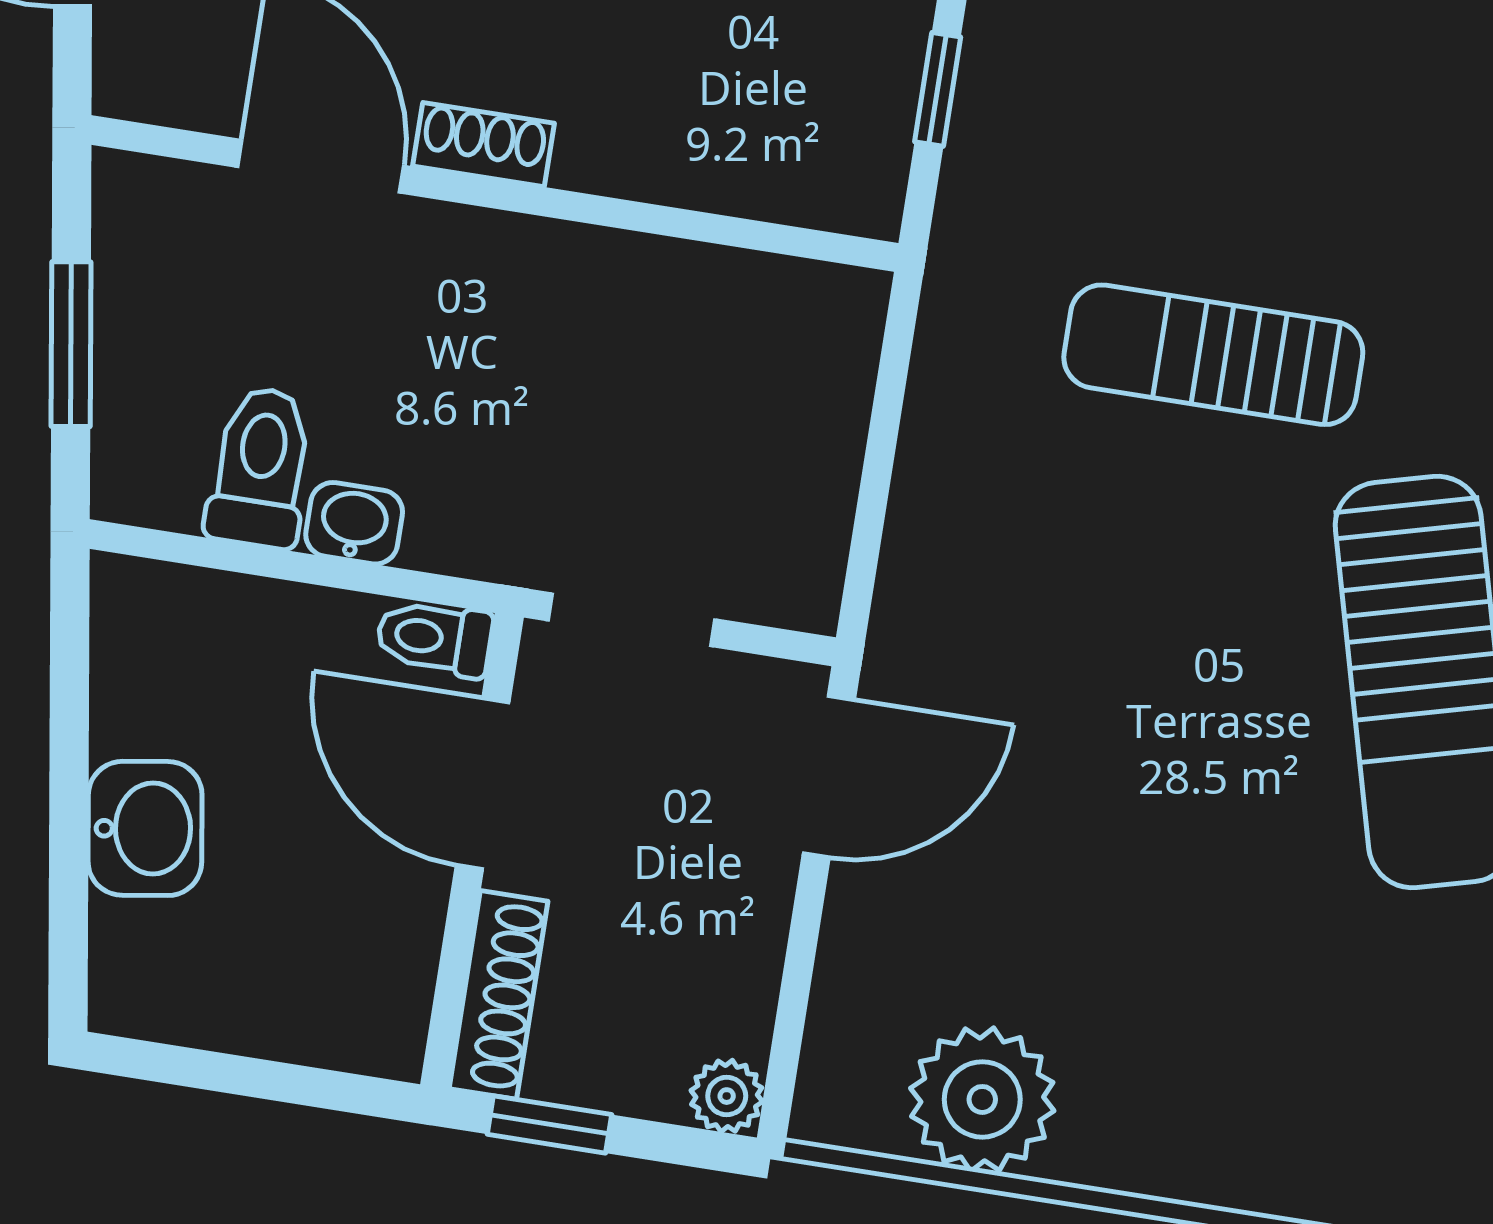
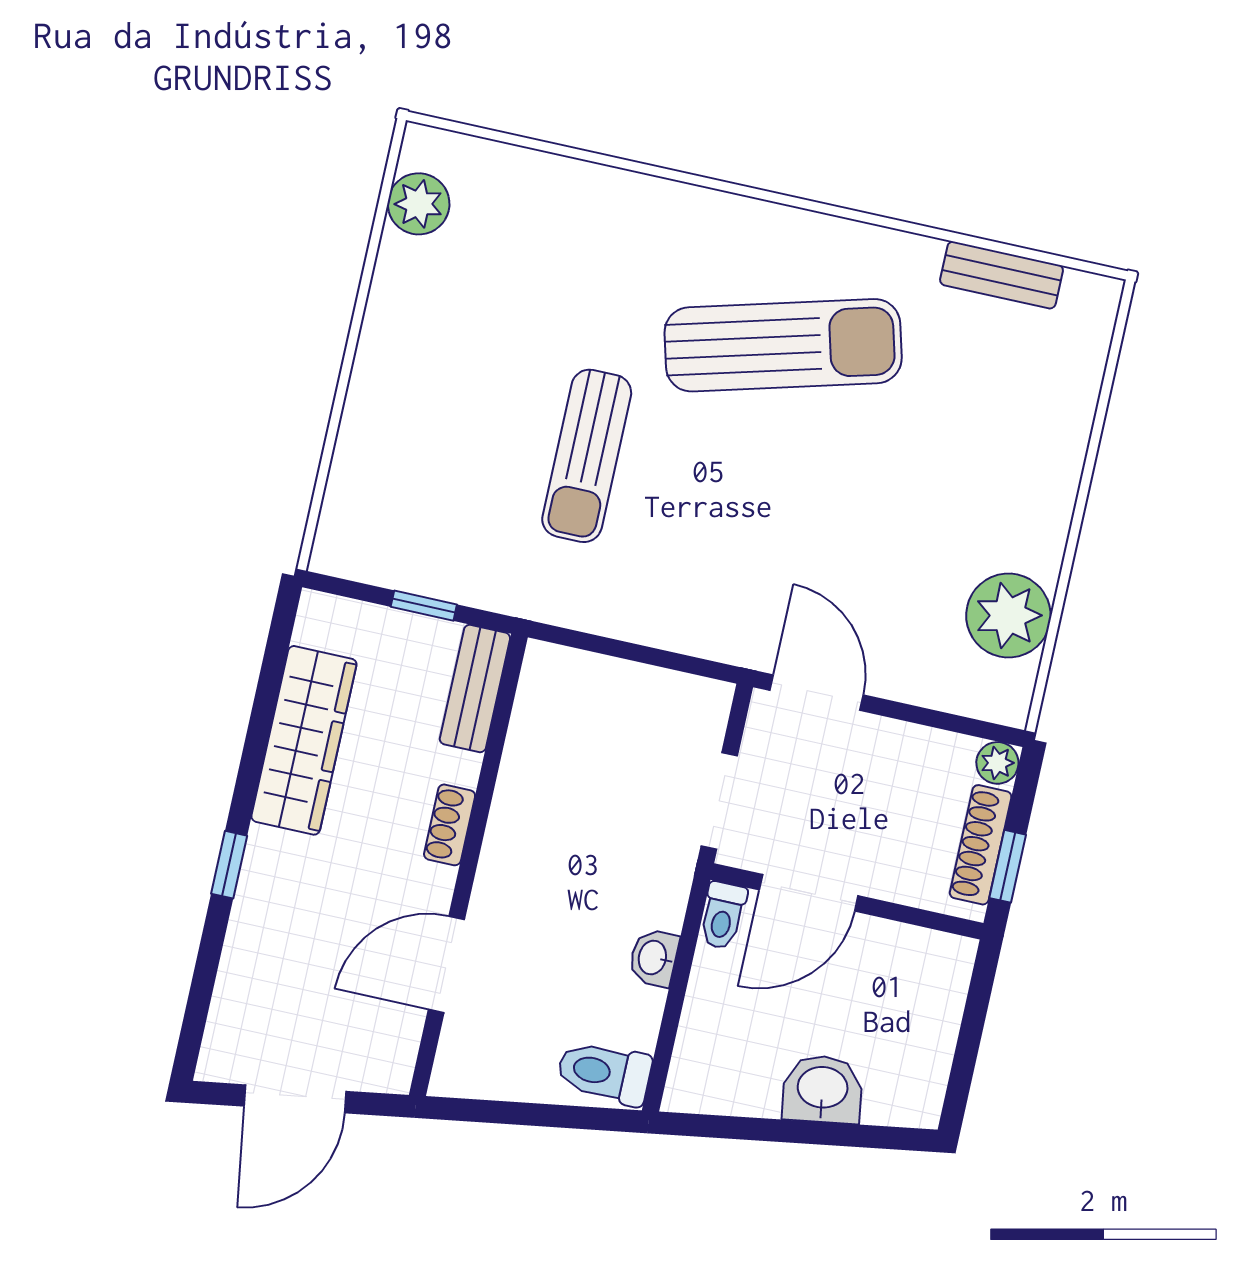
shoe rack: (484, 145) -> (450, 825), moved
bench: (800, 186) -> (475, 689), added
window: (71, 344) -> (540, 1115), removed
toilet: (260, 467) -> (604, 1073), moved
shoe rack: (498, 995) -> (981, 845), moved, turned -90

